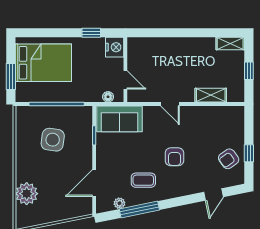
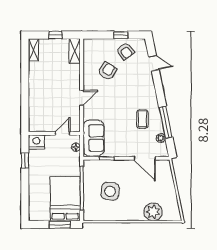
bed: (43, 63) -> (65, 199), moved
shelving: (211, 95) -> (75, 51), moved
armchair: (174, 157) -> (107, 71), moved, turned -58

